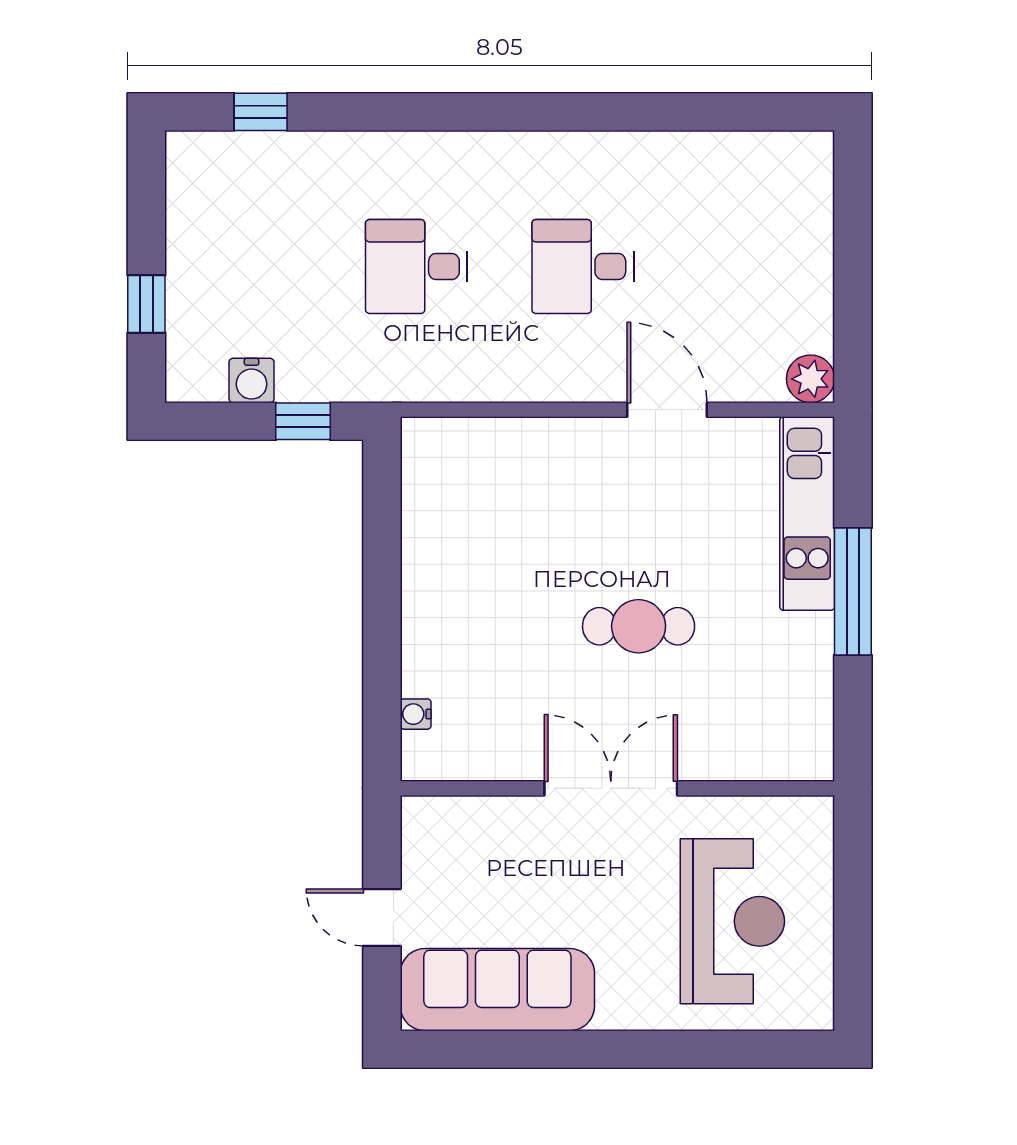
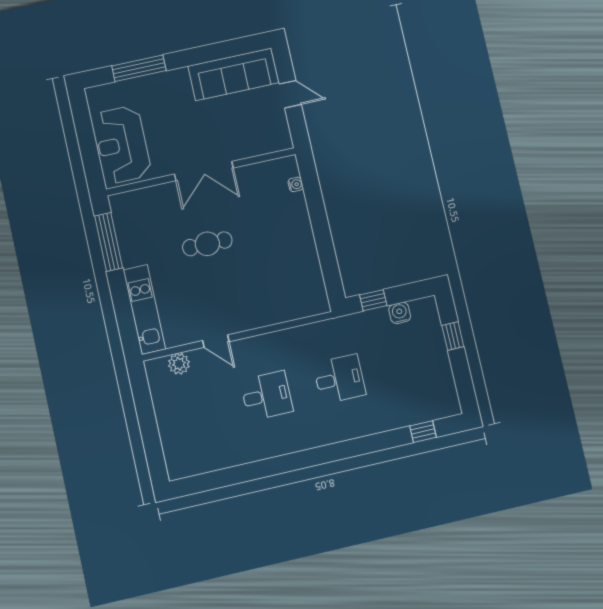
plant: (811, 379) -> (179, 364), moved
door: (667, 410) -> (216, 341), width x0.73
window: (853, 591) -> (109, 242), moved
reception desk: (732, 921) -> (122, 145), moved
window: (703, 1049) -> (139, 68), added

